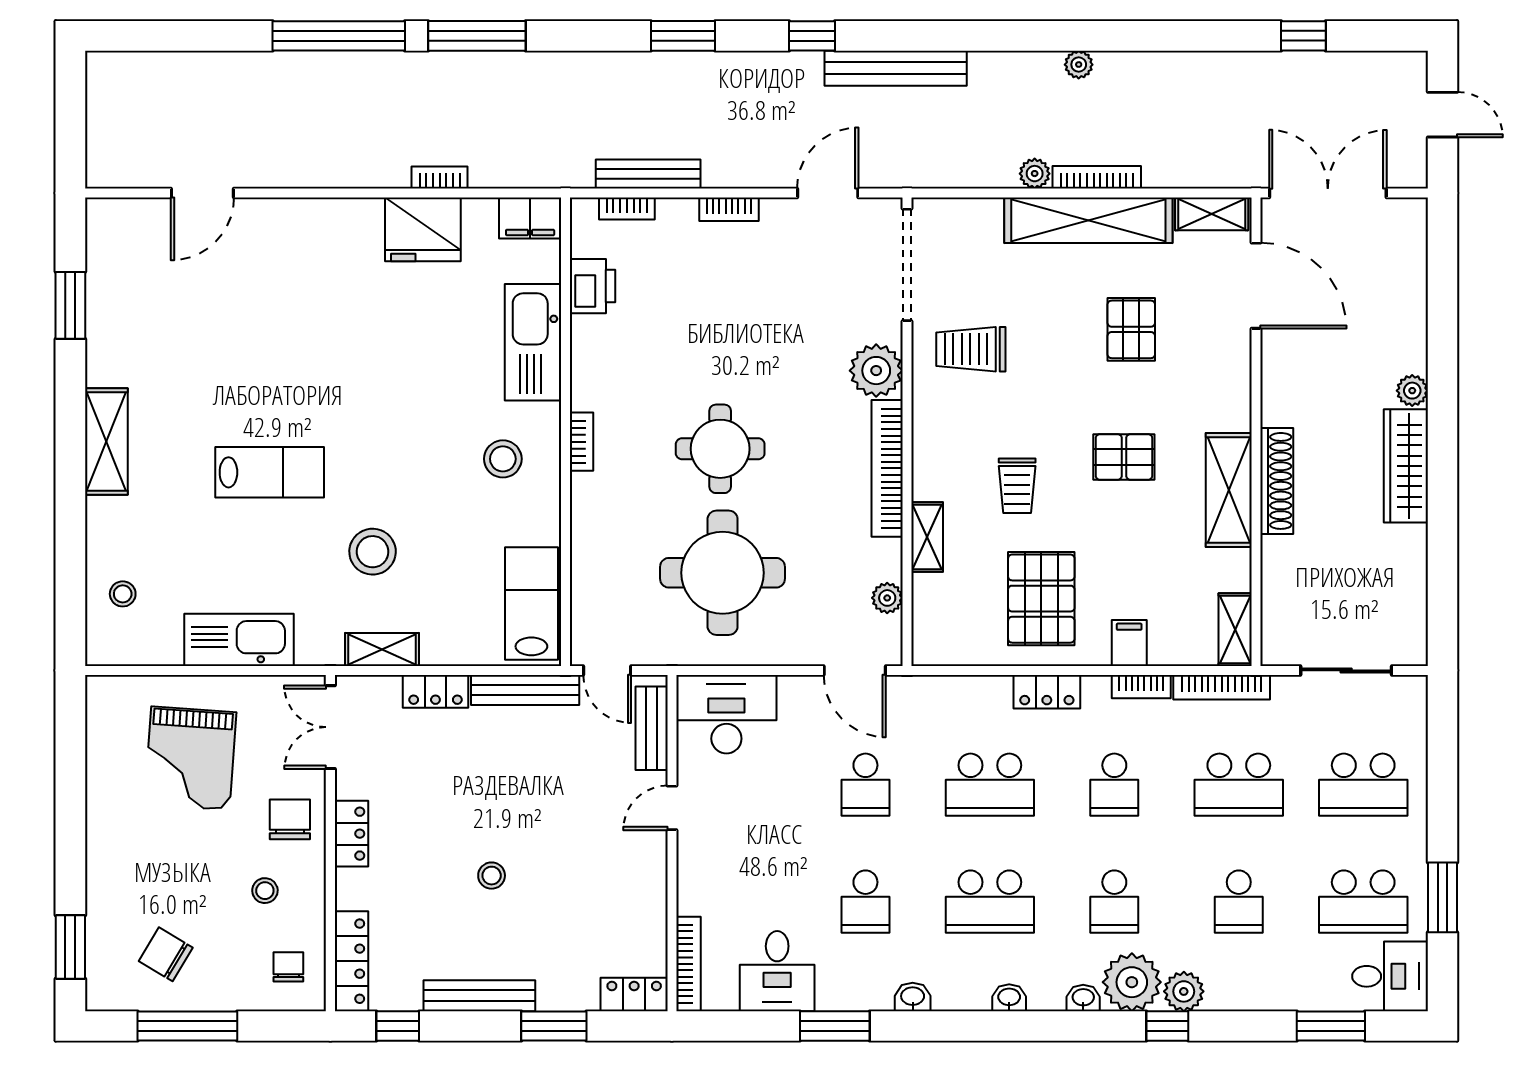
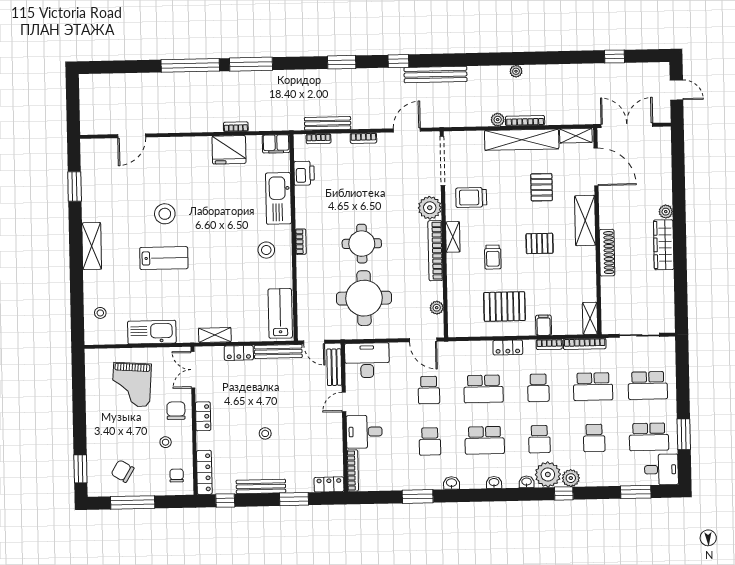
shelving: (1229, 490) -> (585, 221), moved
shelving: (927, 537) -> (453, 237), moved
stool: (373, 552) -> (165, 214), moved
pallet: (1041, 599) -> (504, 307), turned 90
desk: (777, 971) -> (364, 432), moved, turned 90

